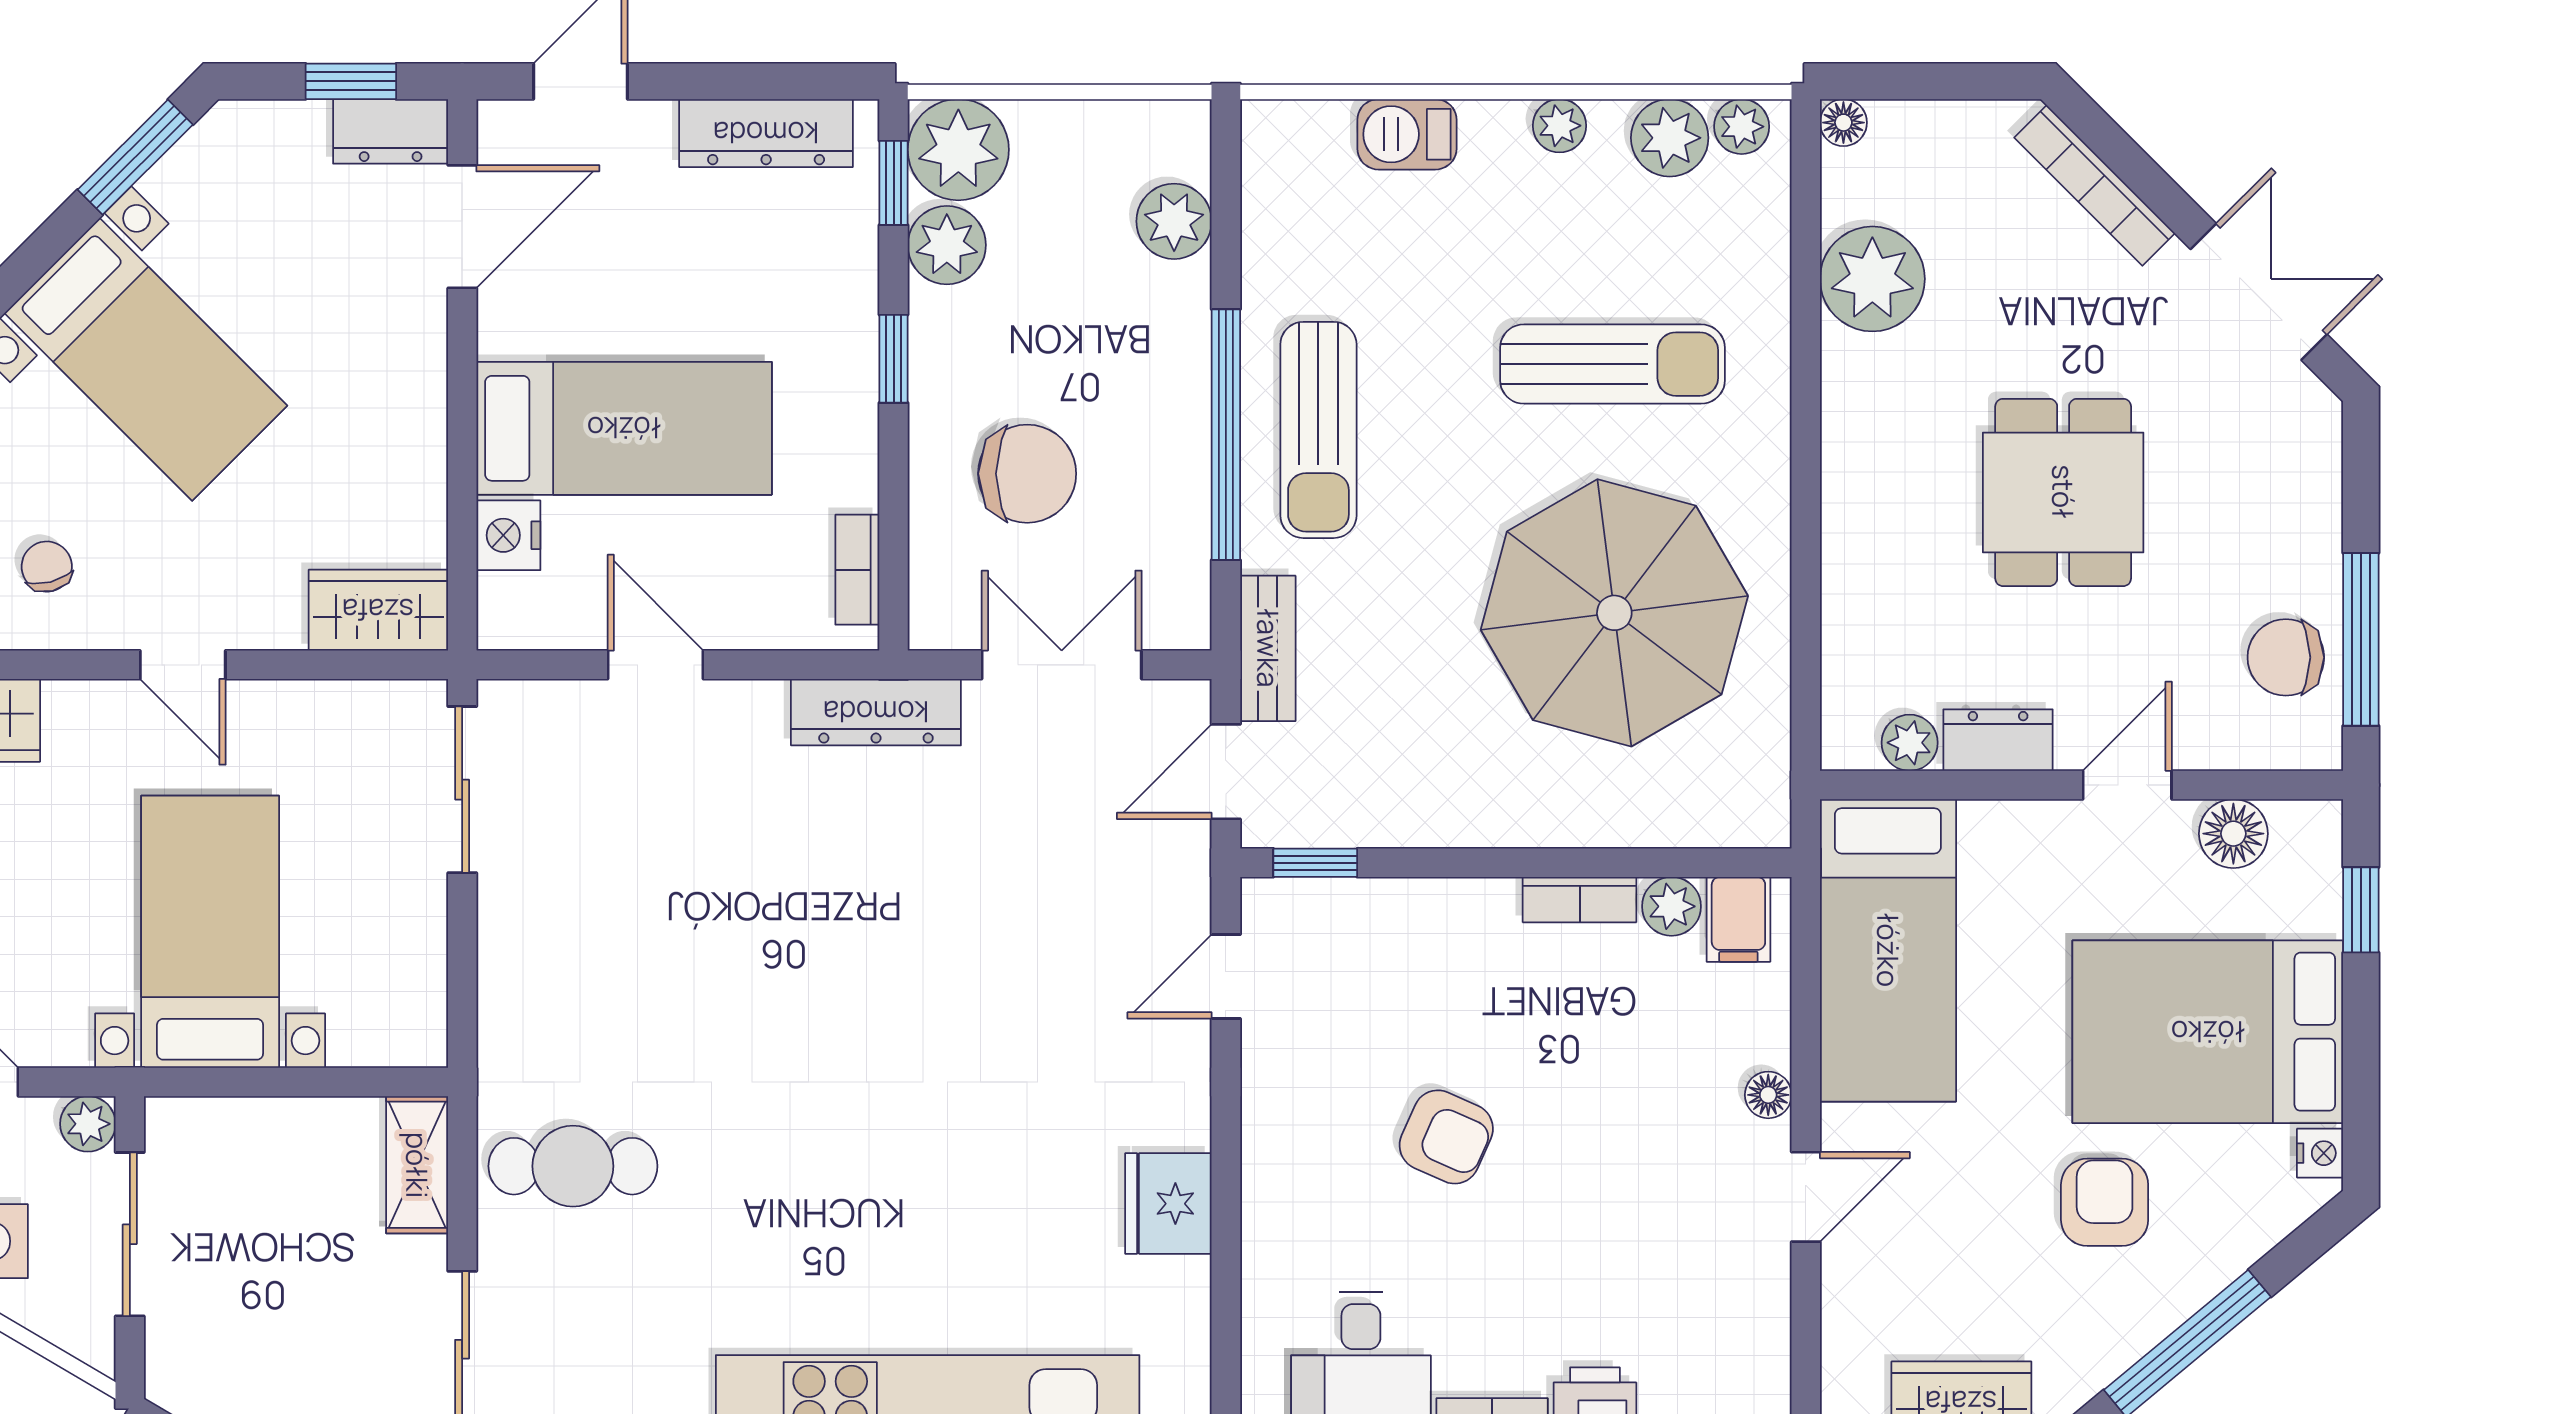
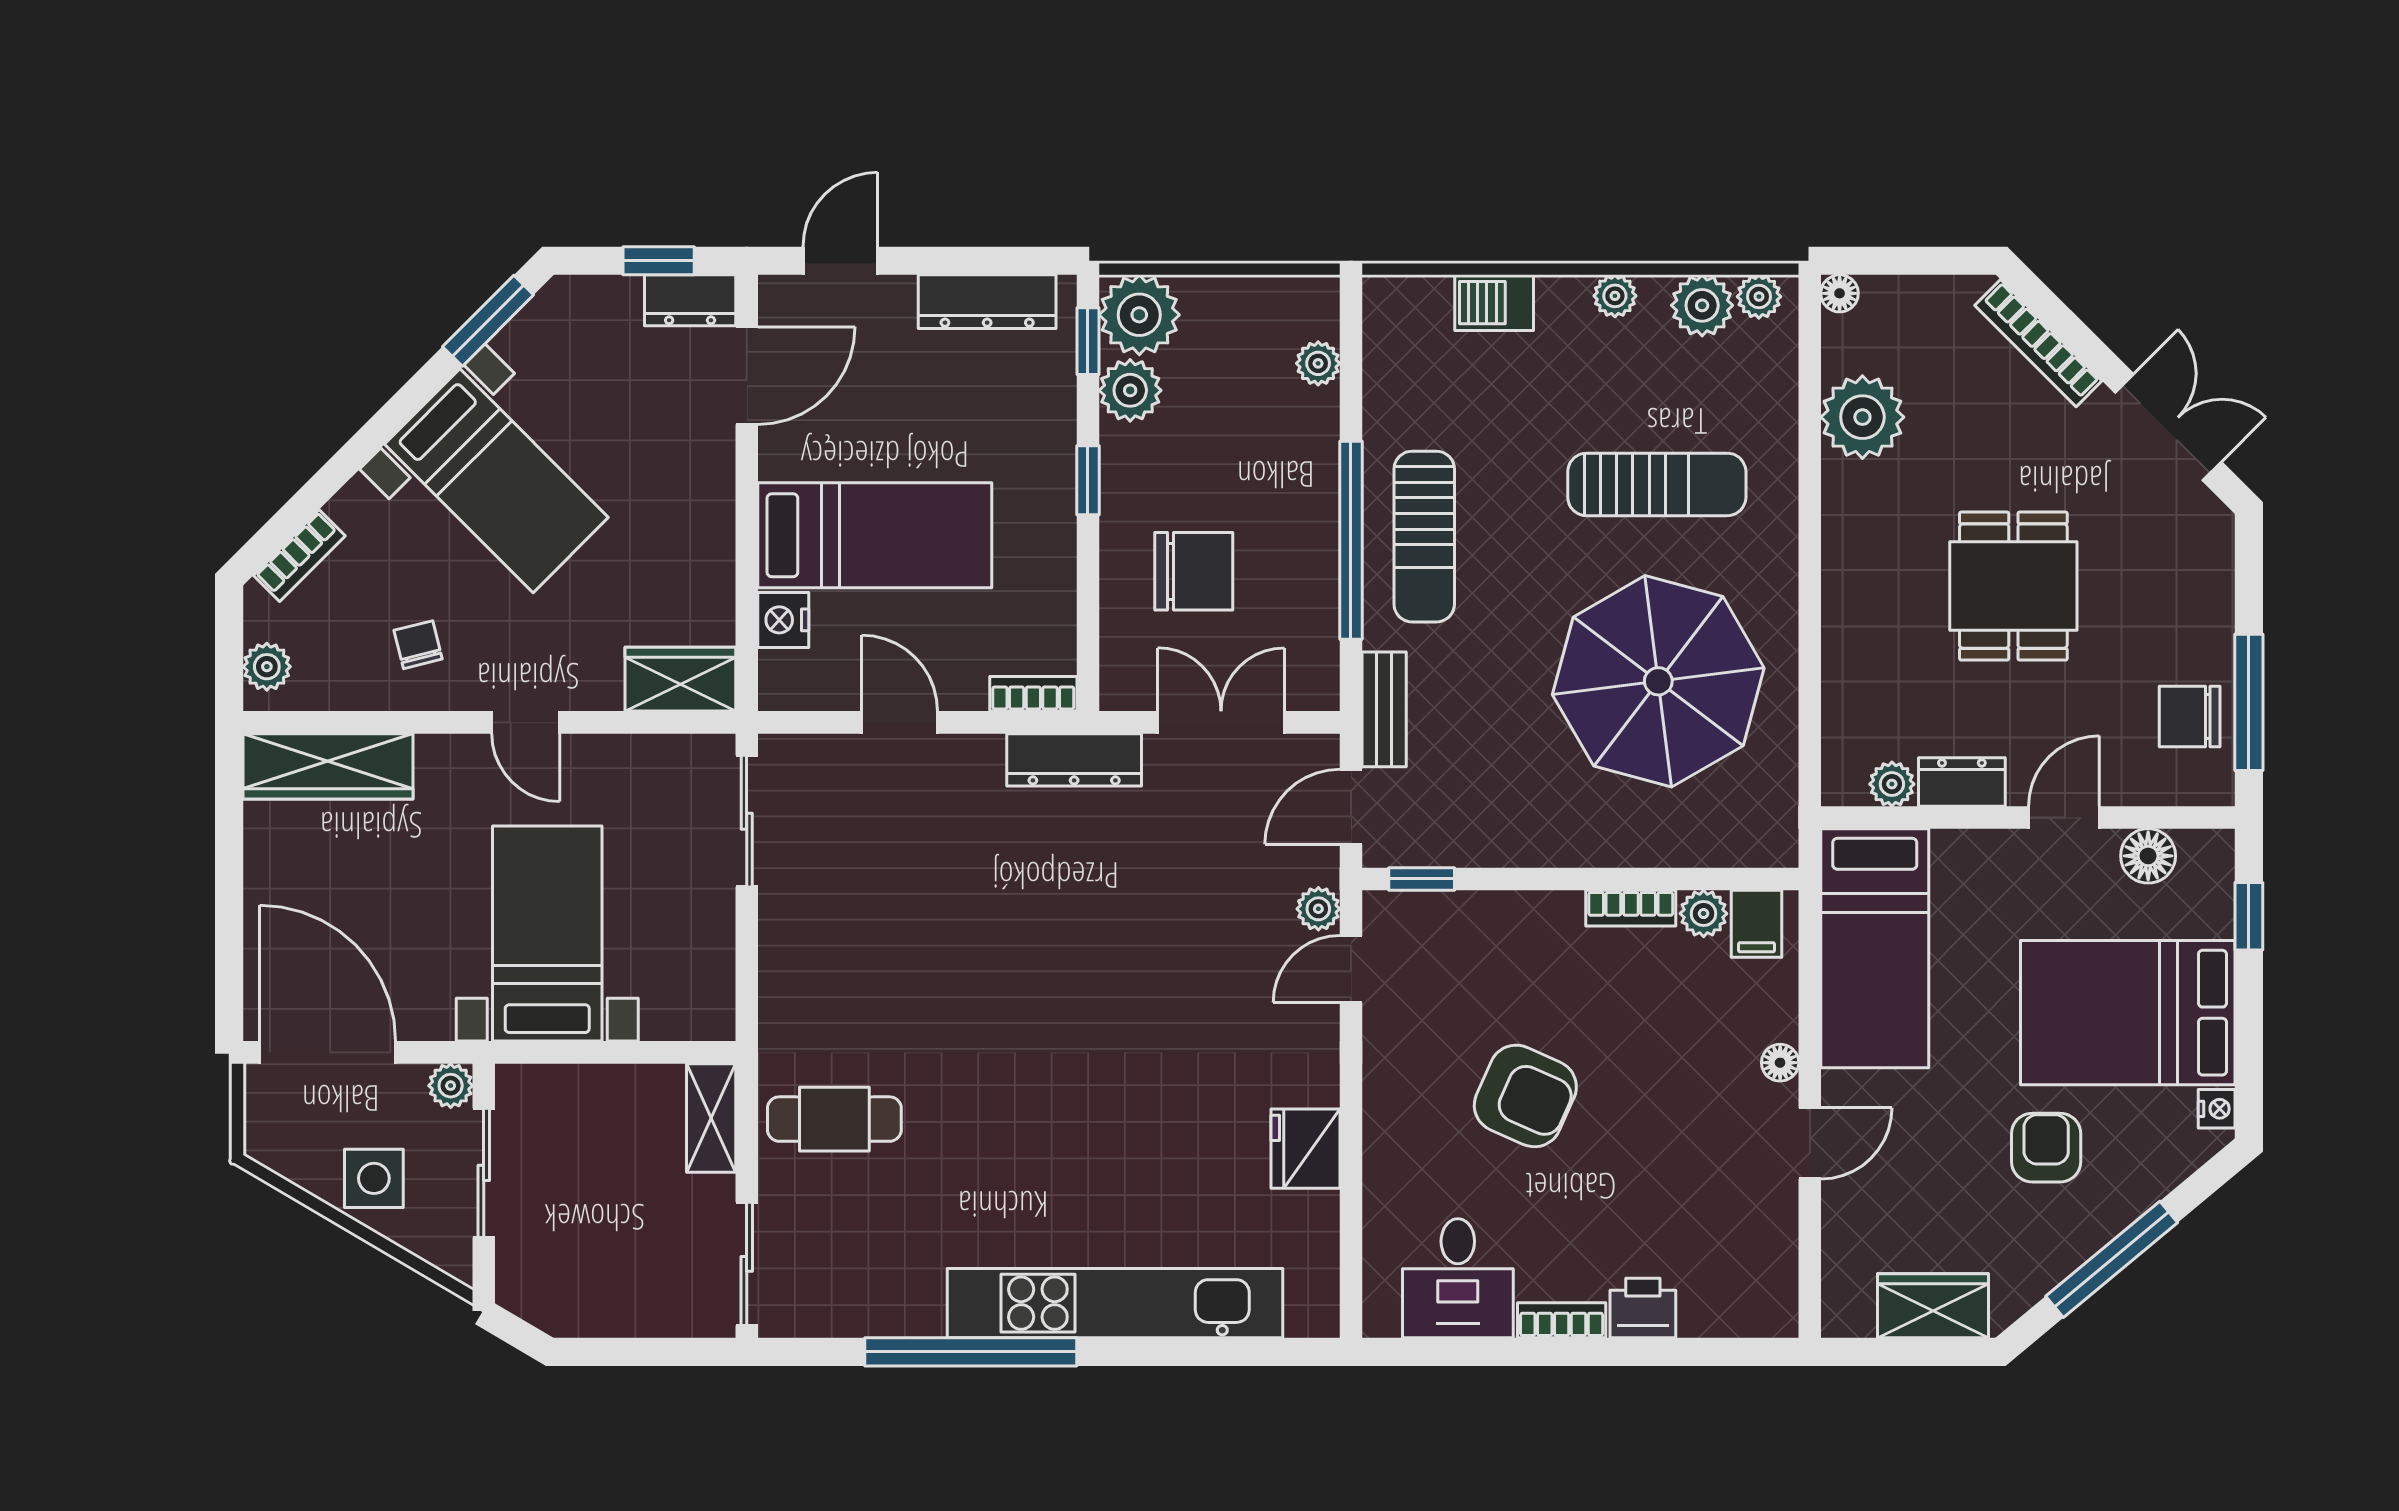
plant: (1174, 221) -> (1318, 363), width x0.73, depth x0.73
bookcase: (857, 570) -> (1033, 694), moved, turned 90
plant: (1185, 900) -> (1318, 909), added
armchair: (1446, 1137) -> (1525, 1096), width x1.38, depth x1.38

